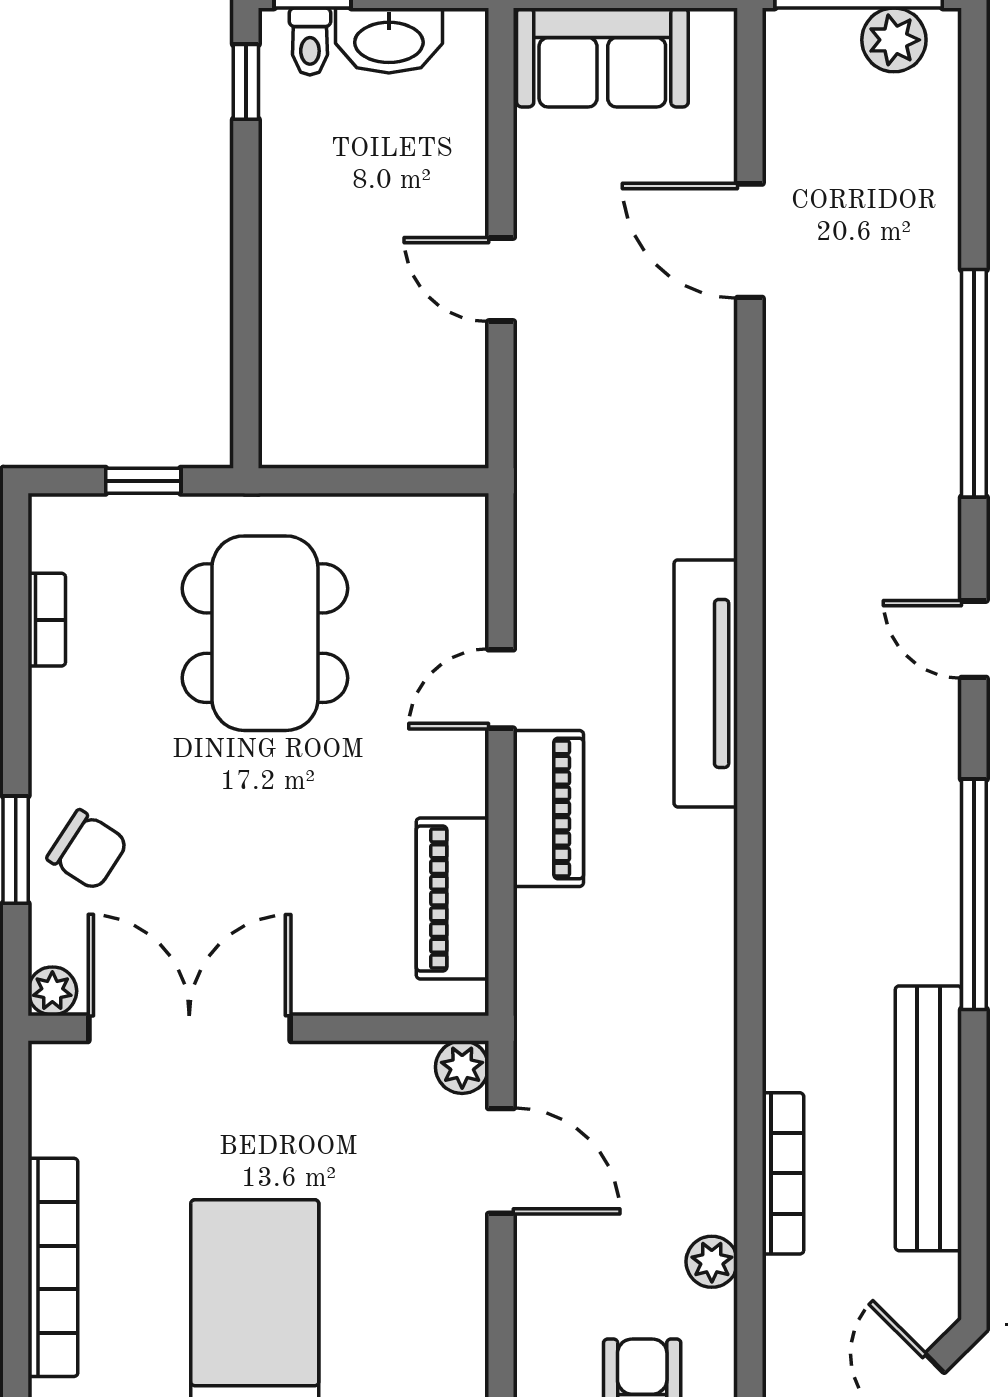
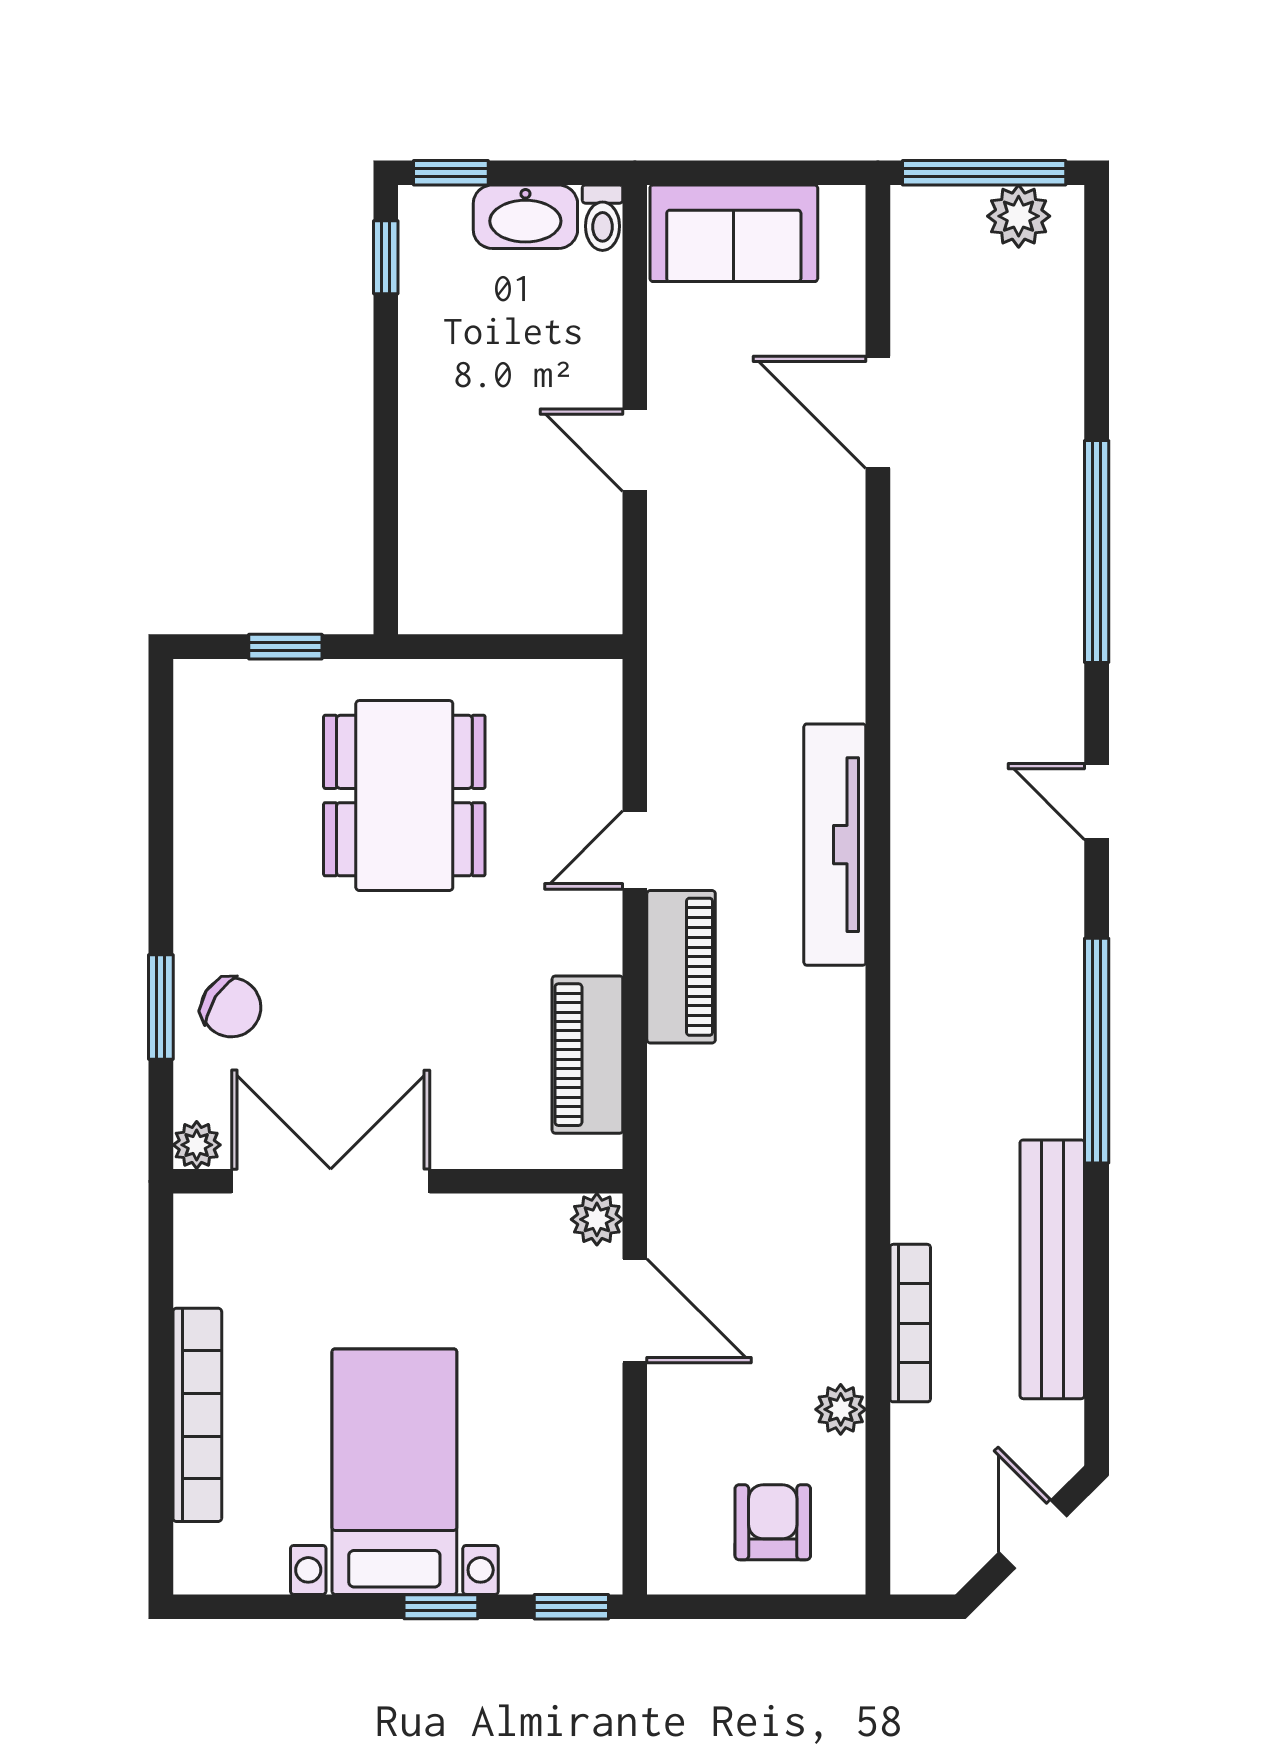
toilet: (310, 41) -> (603, 218), moved
bookcase: (47, 620) -> (191, 782), removed

